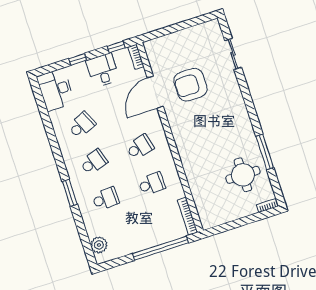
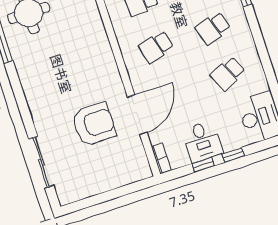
window: (116, 47) -> (203, 165), moved
sliding door: (233, 54) -> (41, 162), width x1.37

